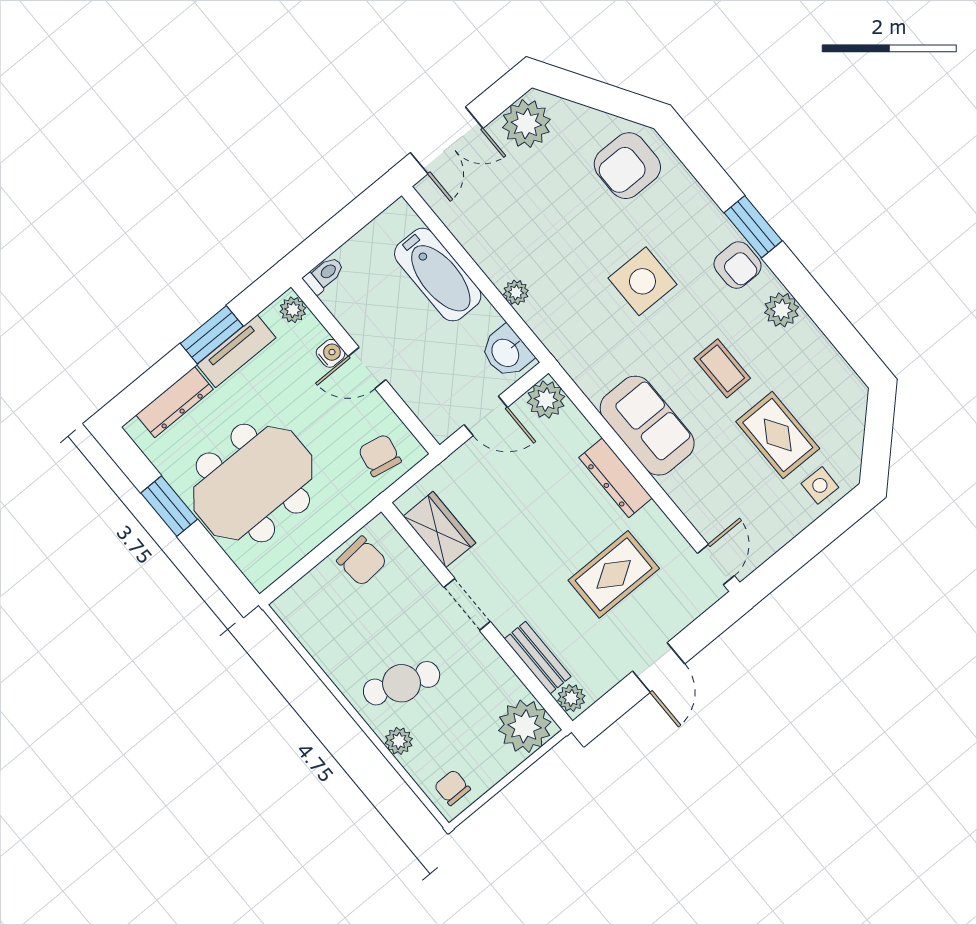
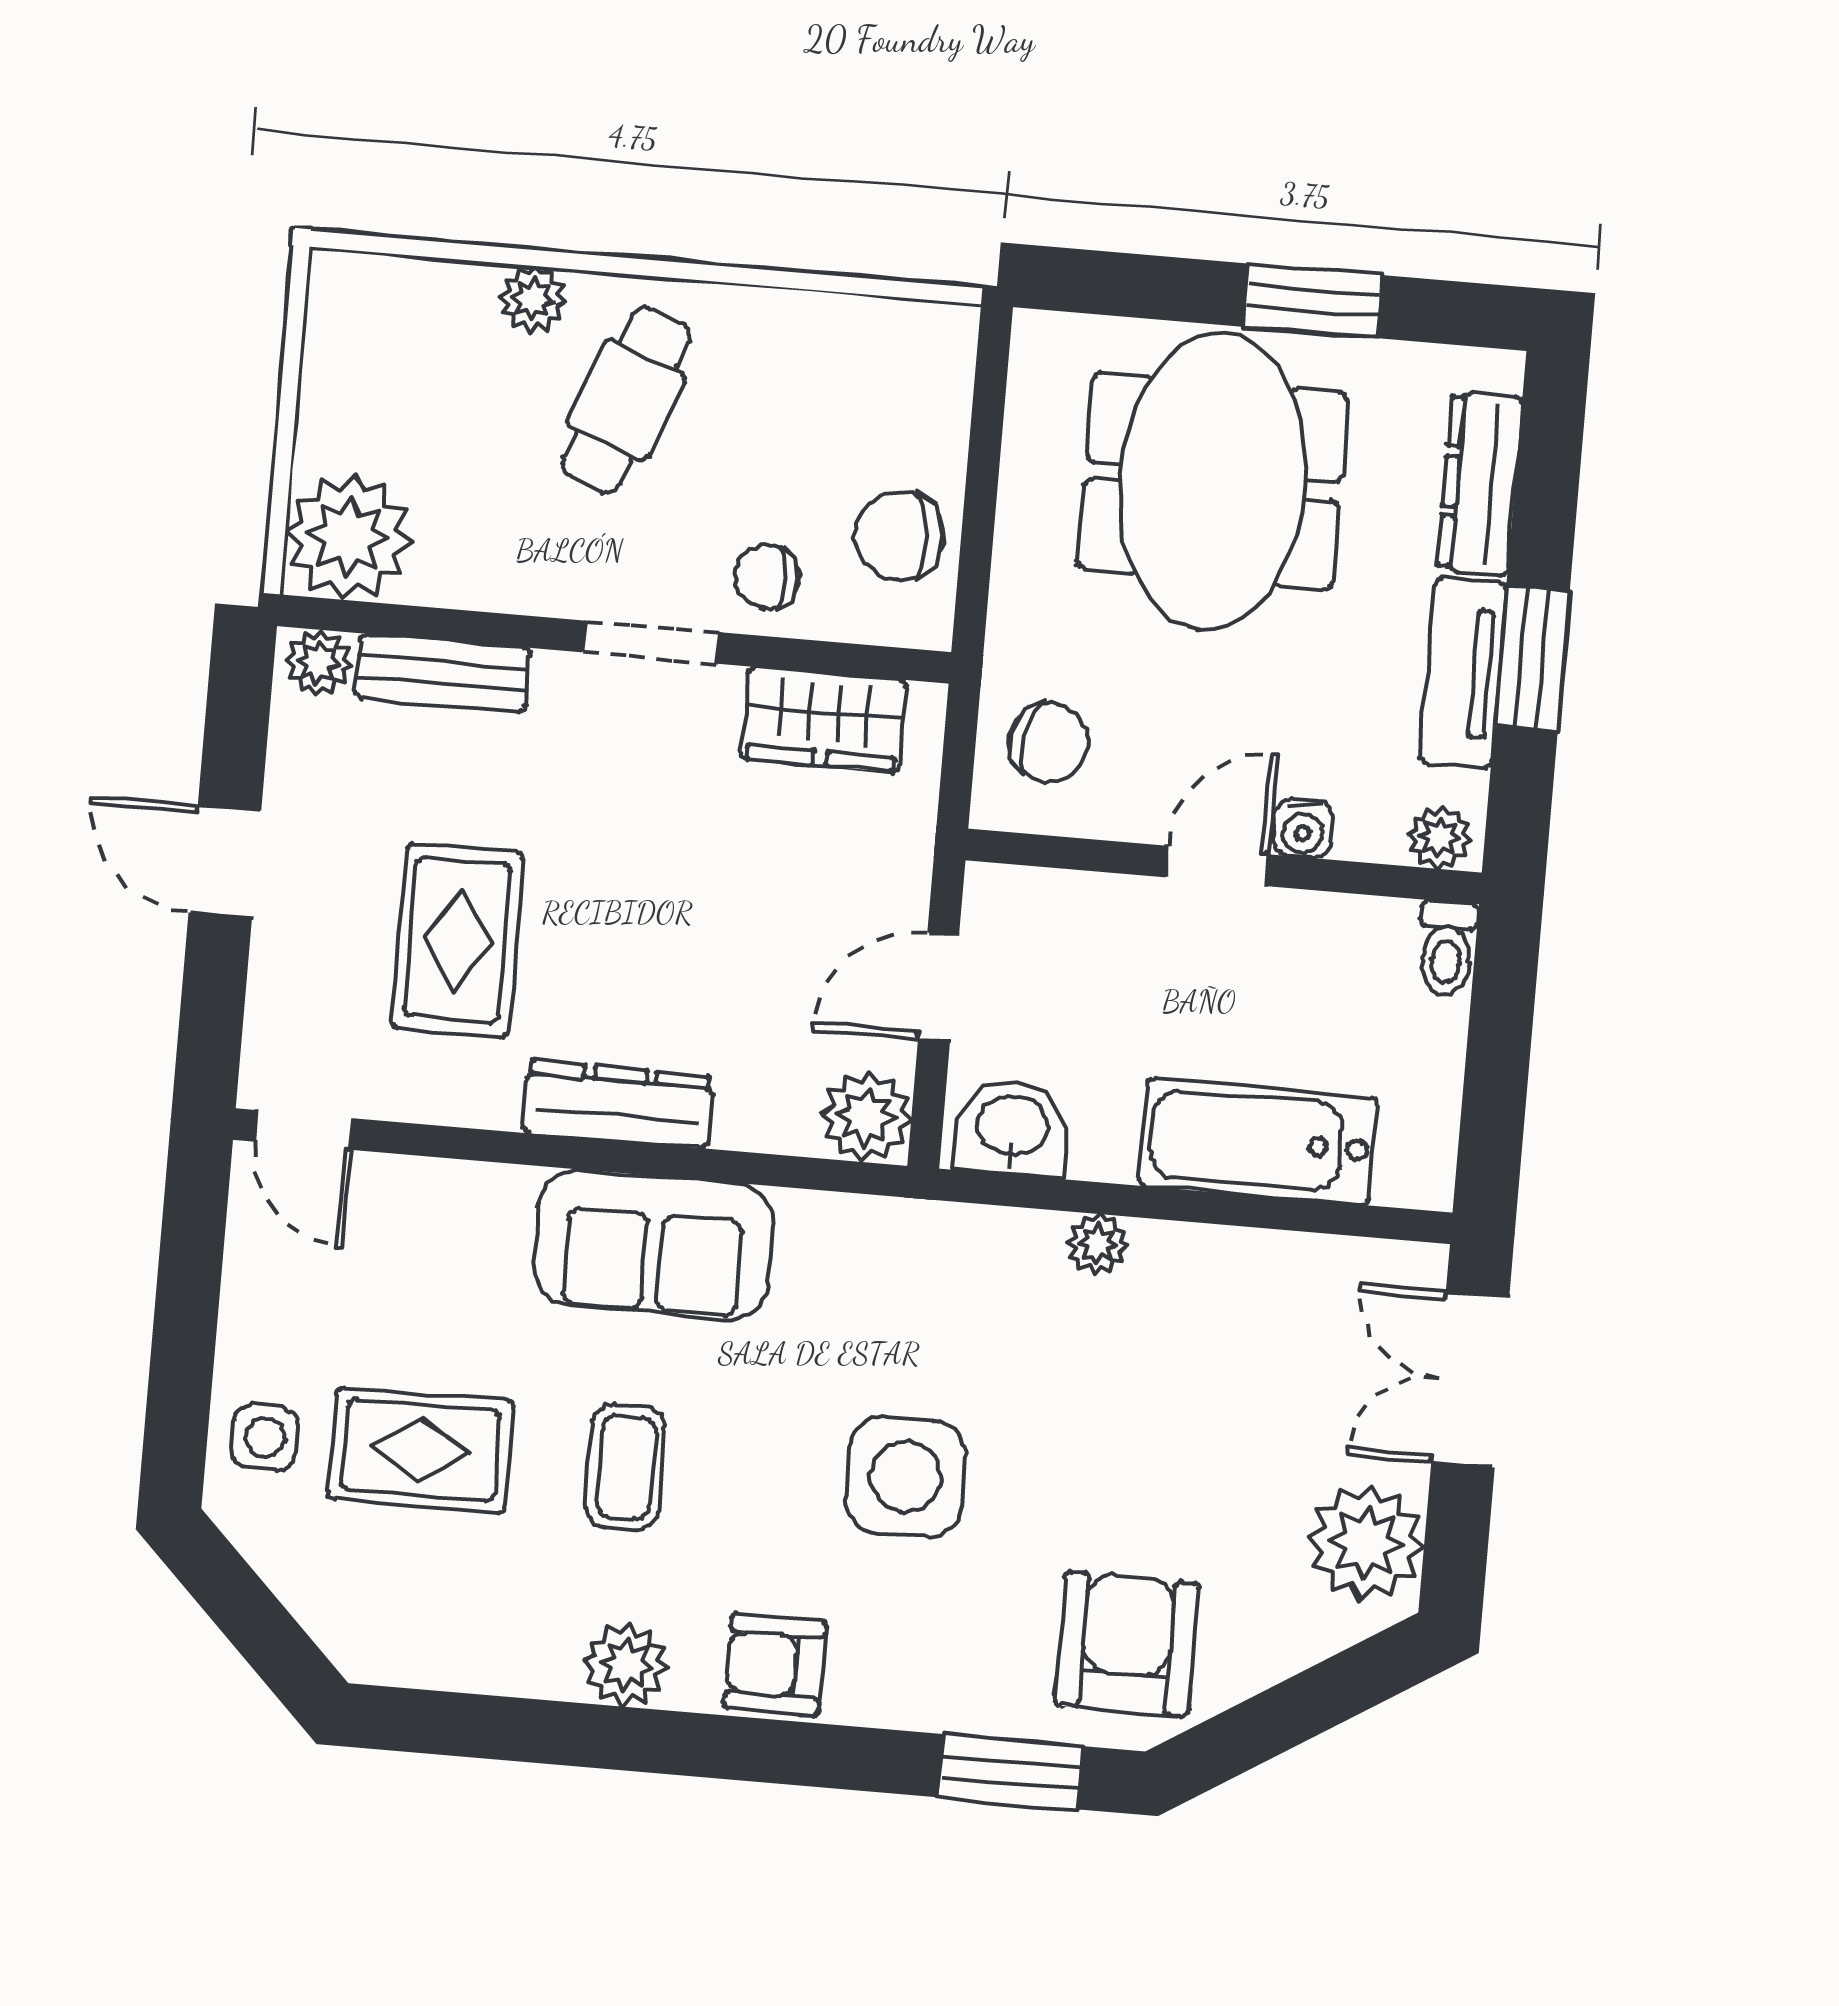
window: (753, 227) -> (1011, 1772), moved
coffee table: (722, 368) -> (625, 1467), turned 90
chair: (452, 788) -> (767, 577), moved, turned 180

